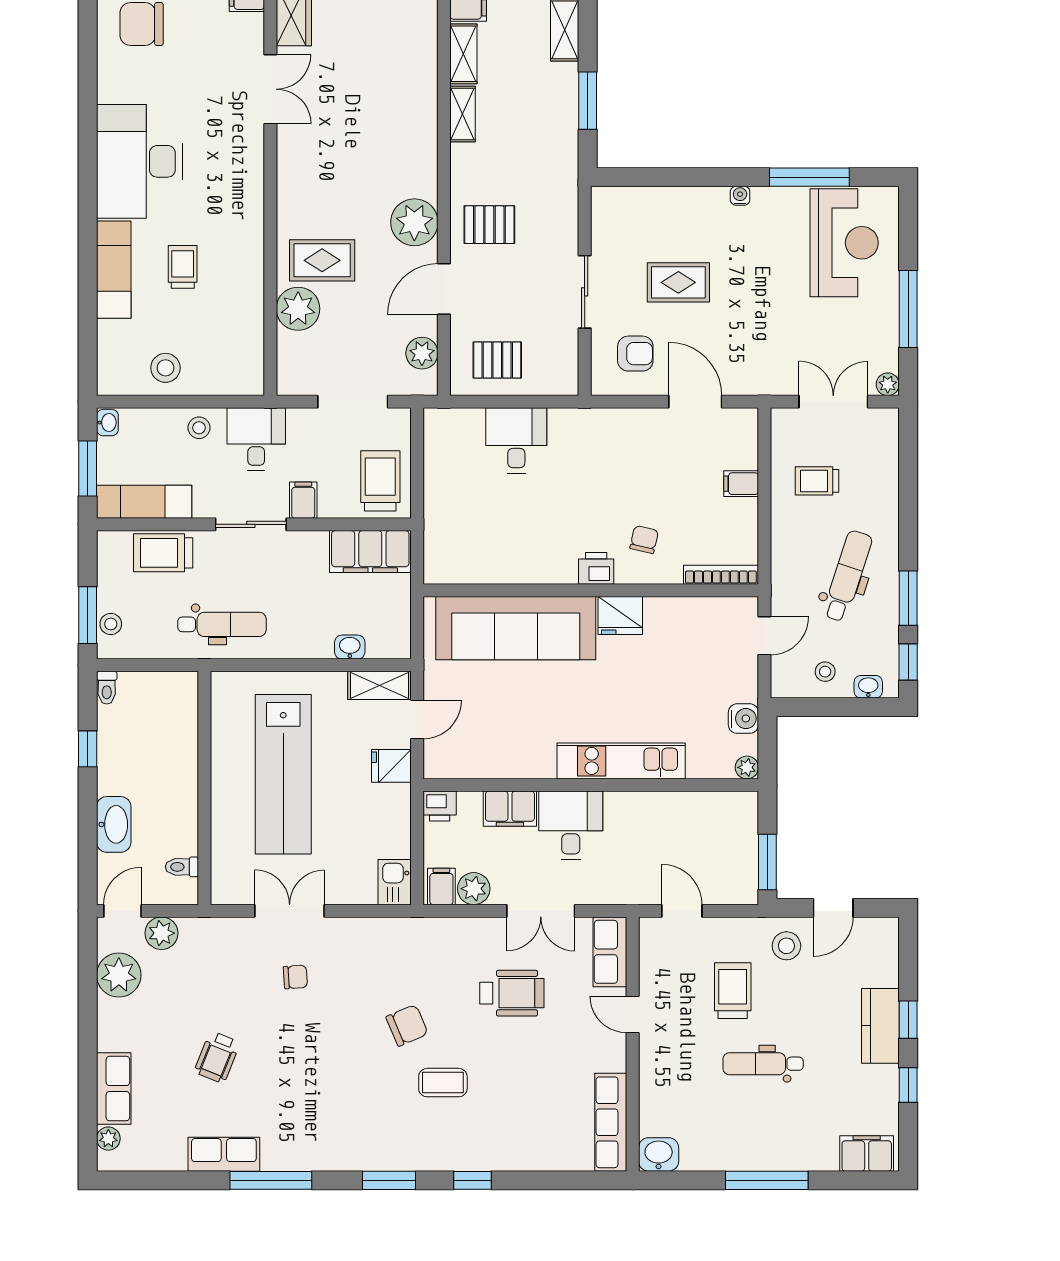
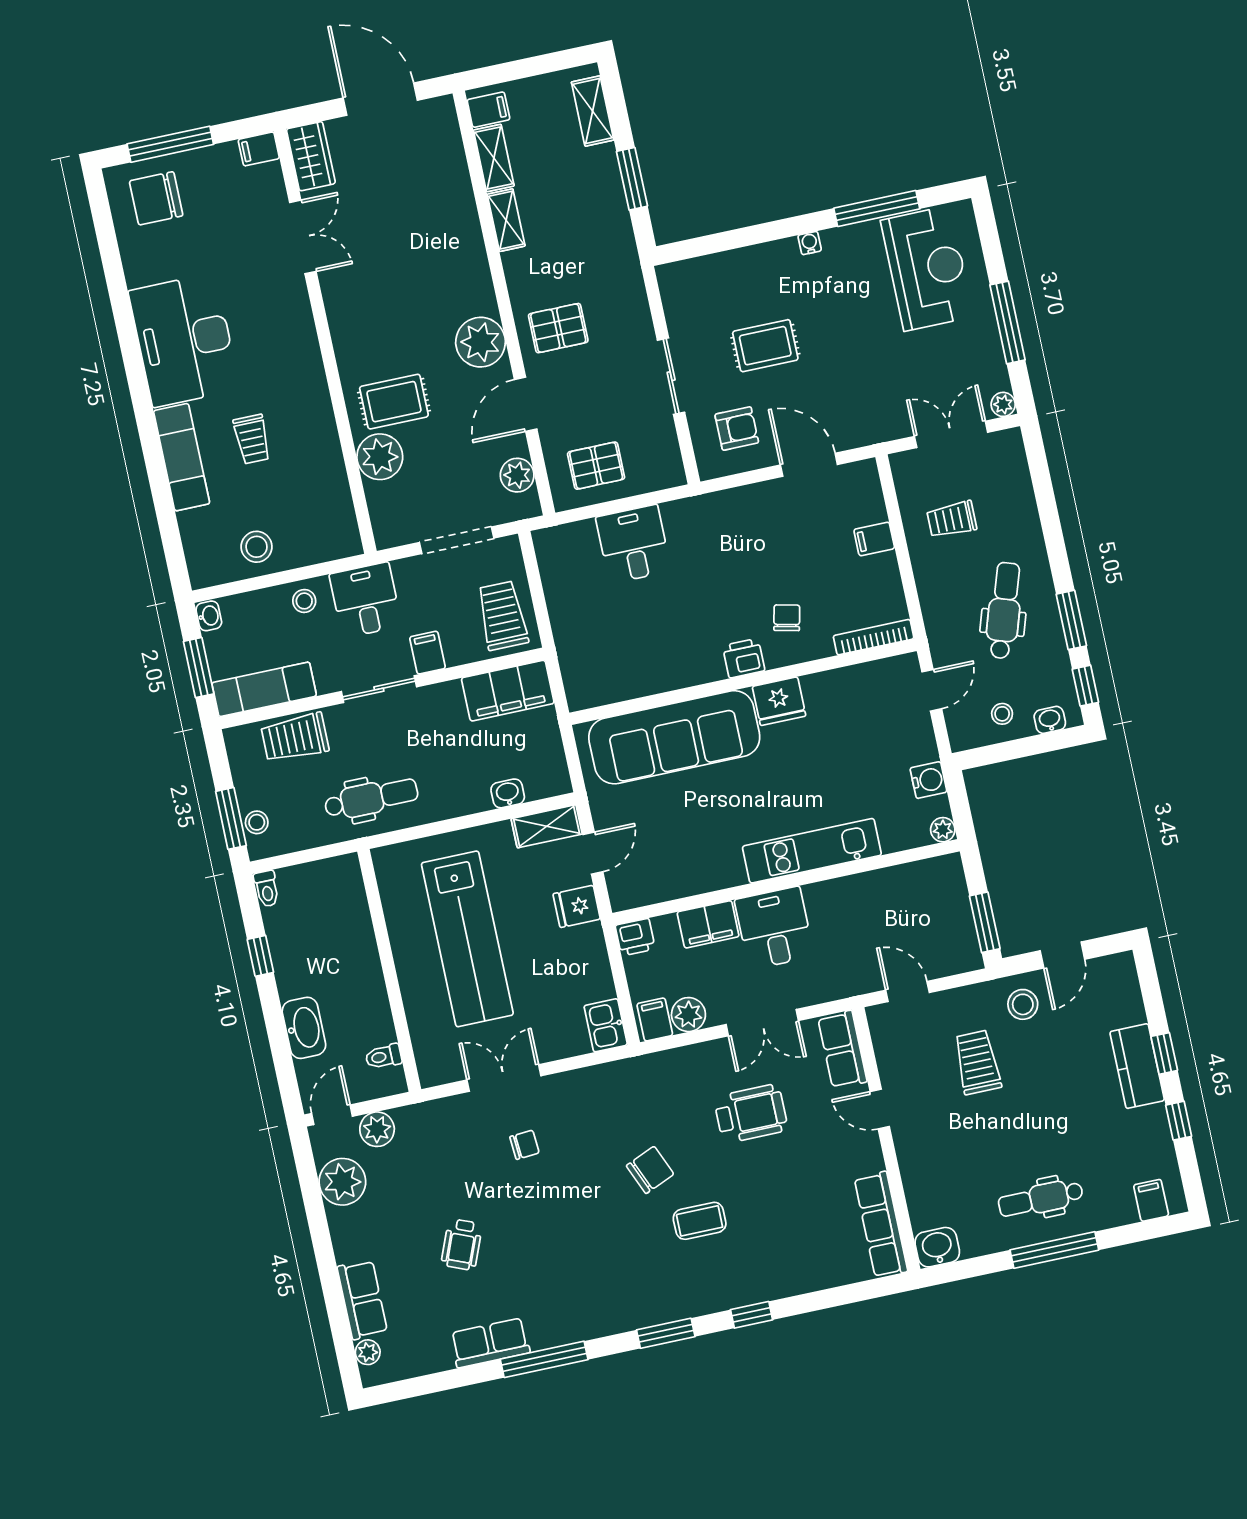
trolley: (183, 267) -> (252, 439), turned 180
dental chair: (763, 1064) -> (1041, 1199), moved
filing cabinet: (867, 1153) -> (1151, 1200), width x0.50

